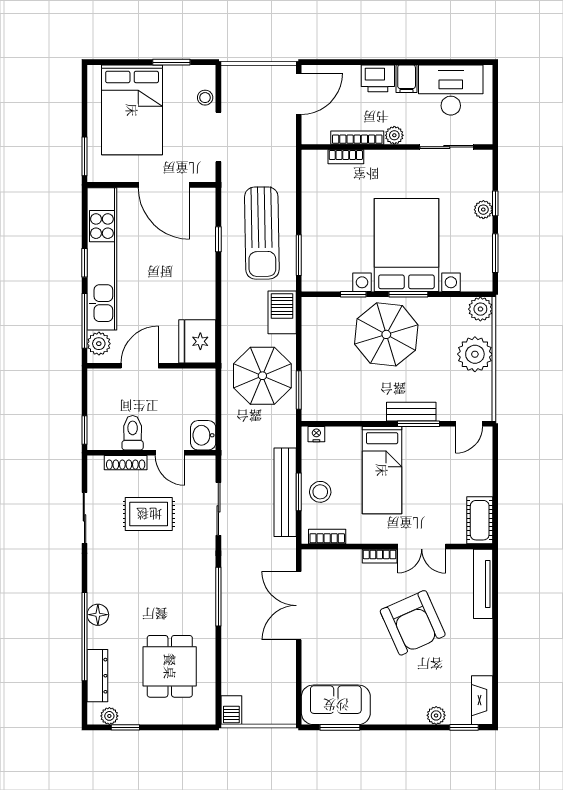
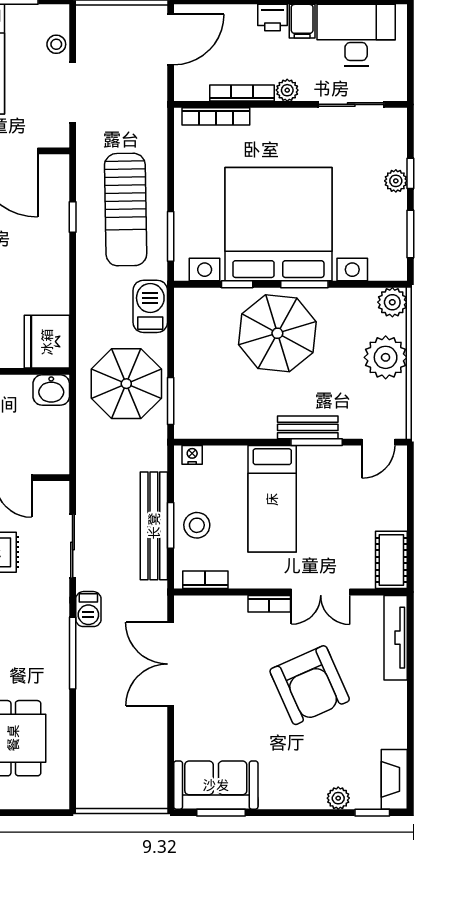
printer: (378, 78) -> (273, 18), width x0.73, depth x0.81
bookcase: (346, 157) -> (216, 116), width x1.56
bed with nightstands: (406, 245) -> (278, 224), width x1.36
washbasin: (203, 435) -> (51, 390), moved, turned -90
barbecue: (231, 710) -> (88, 609), moved

